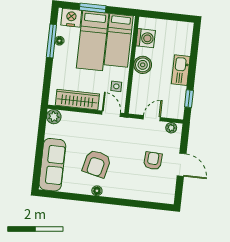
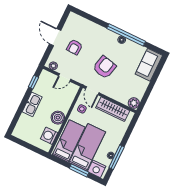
armchair: (97, 164) -> (105, 67), moved
sofa: (52, 165) -> (149, 65), width x0.73
window: (93, 199) -> (126, 35), added

